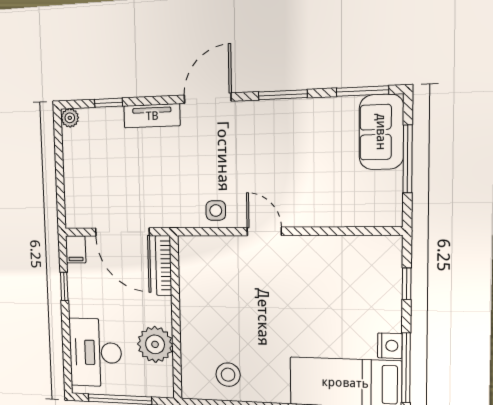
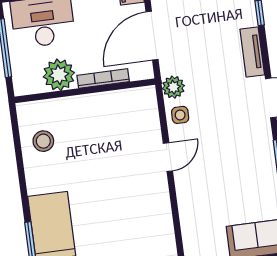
plant: (183, 215) -> (173, 87), added
bookcase: (164, 266) -> (103, 78), moved

